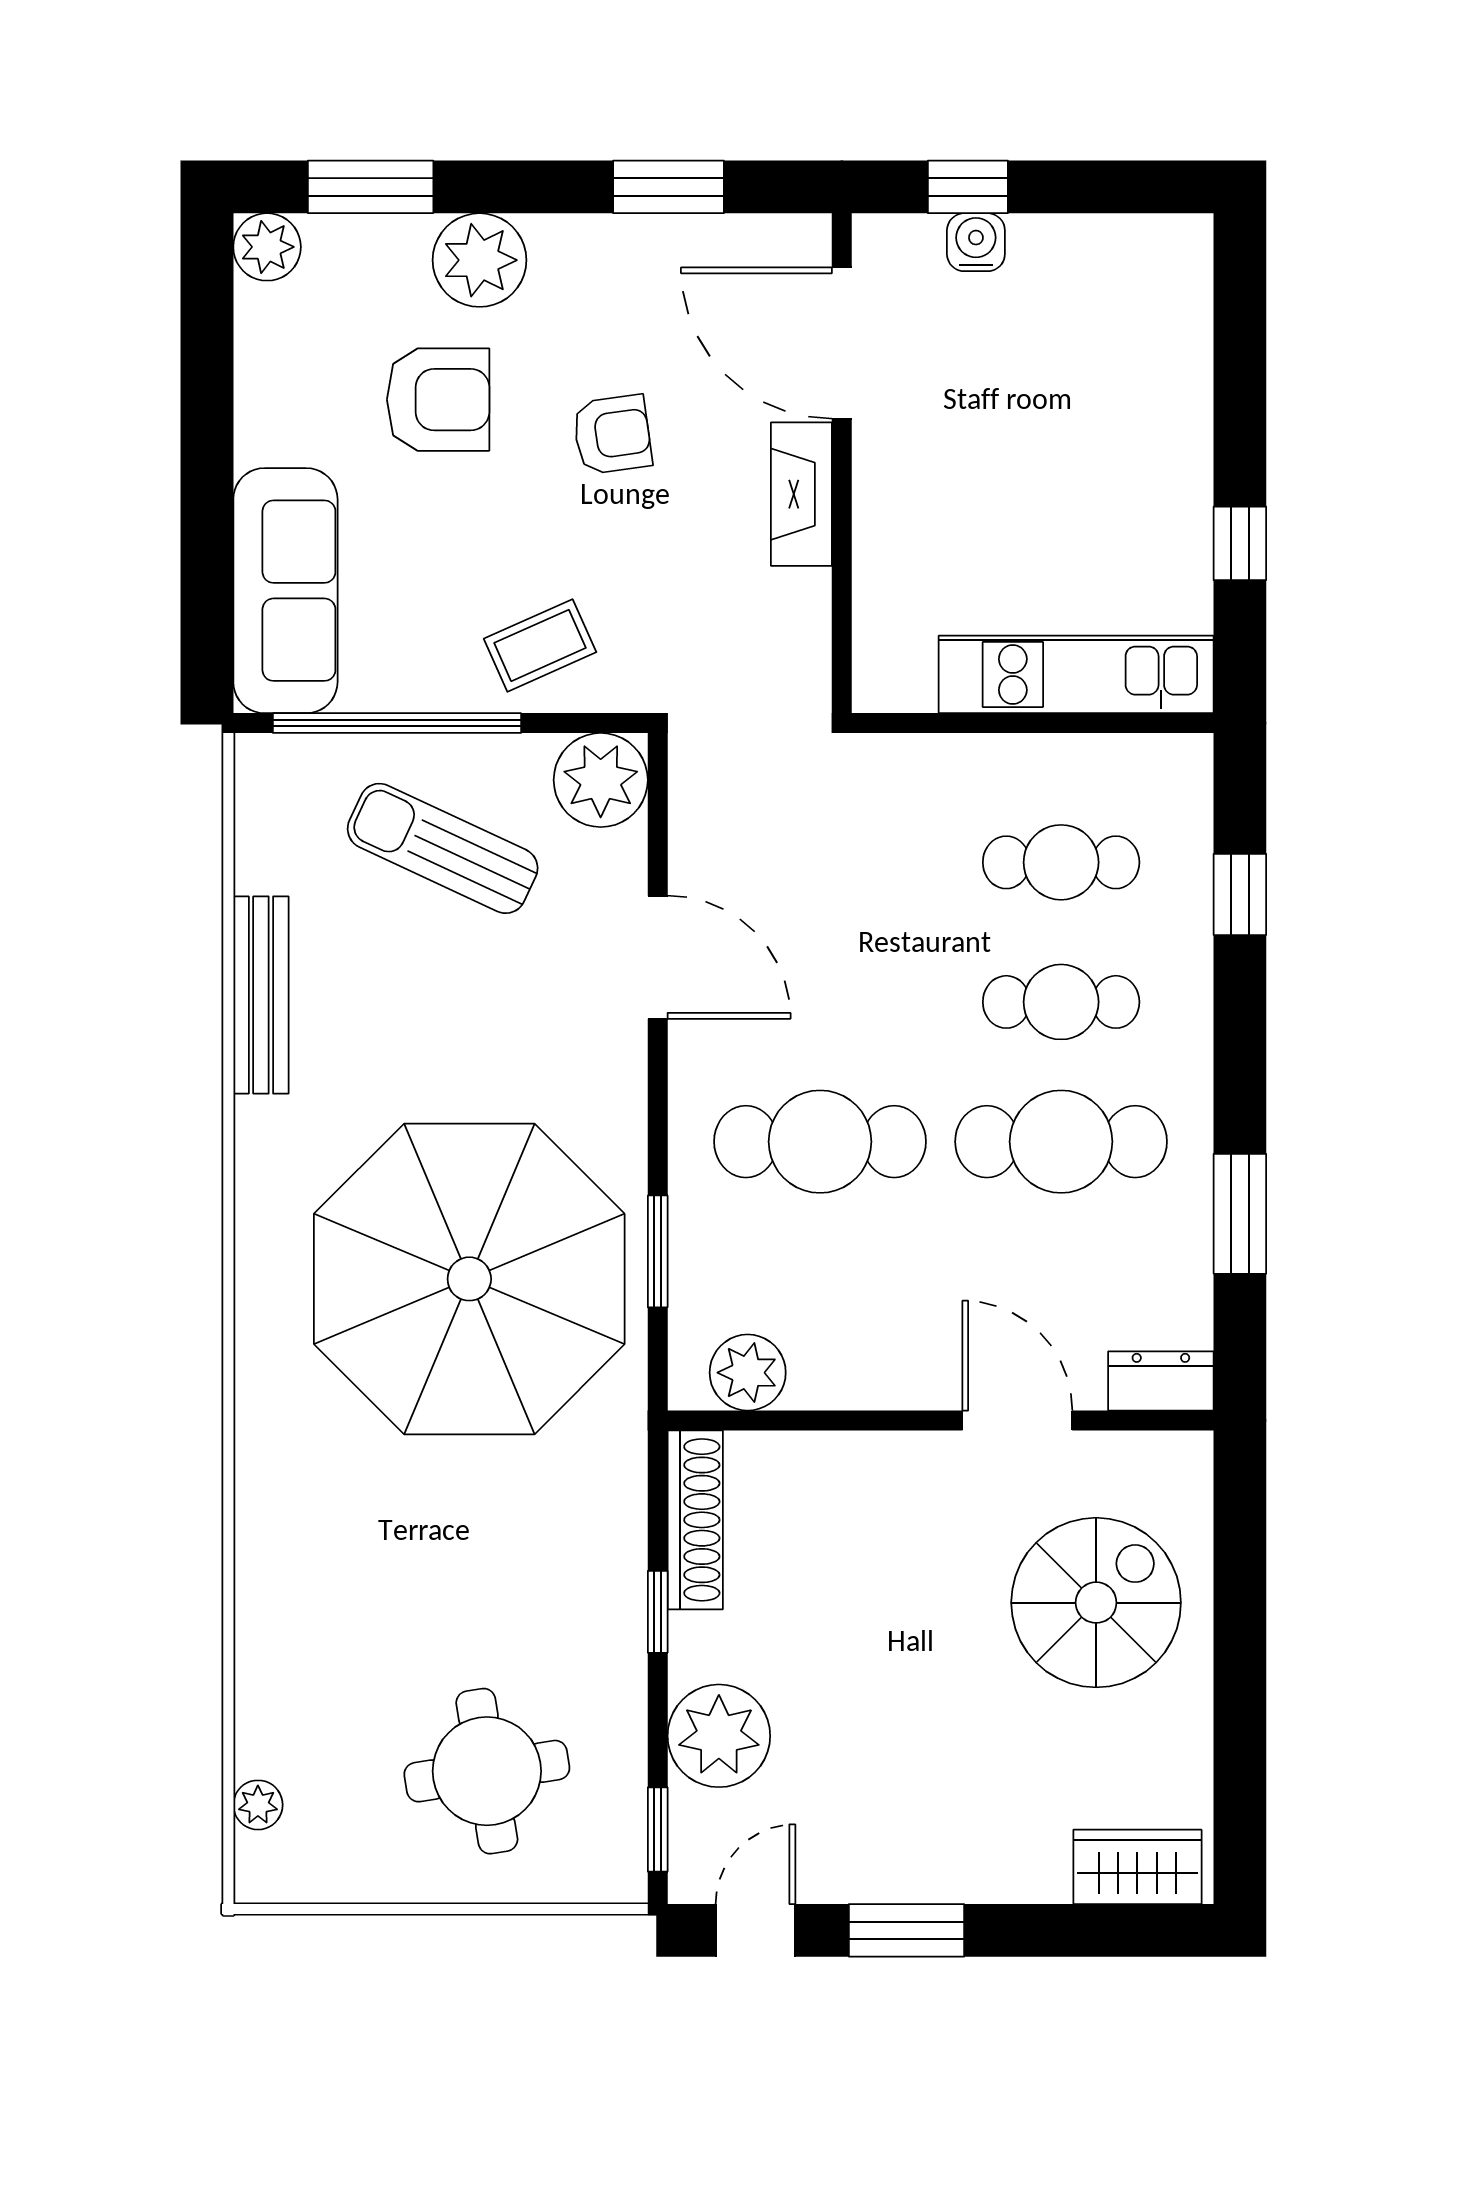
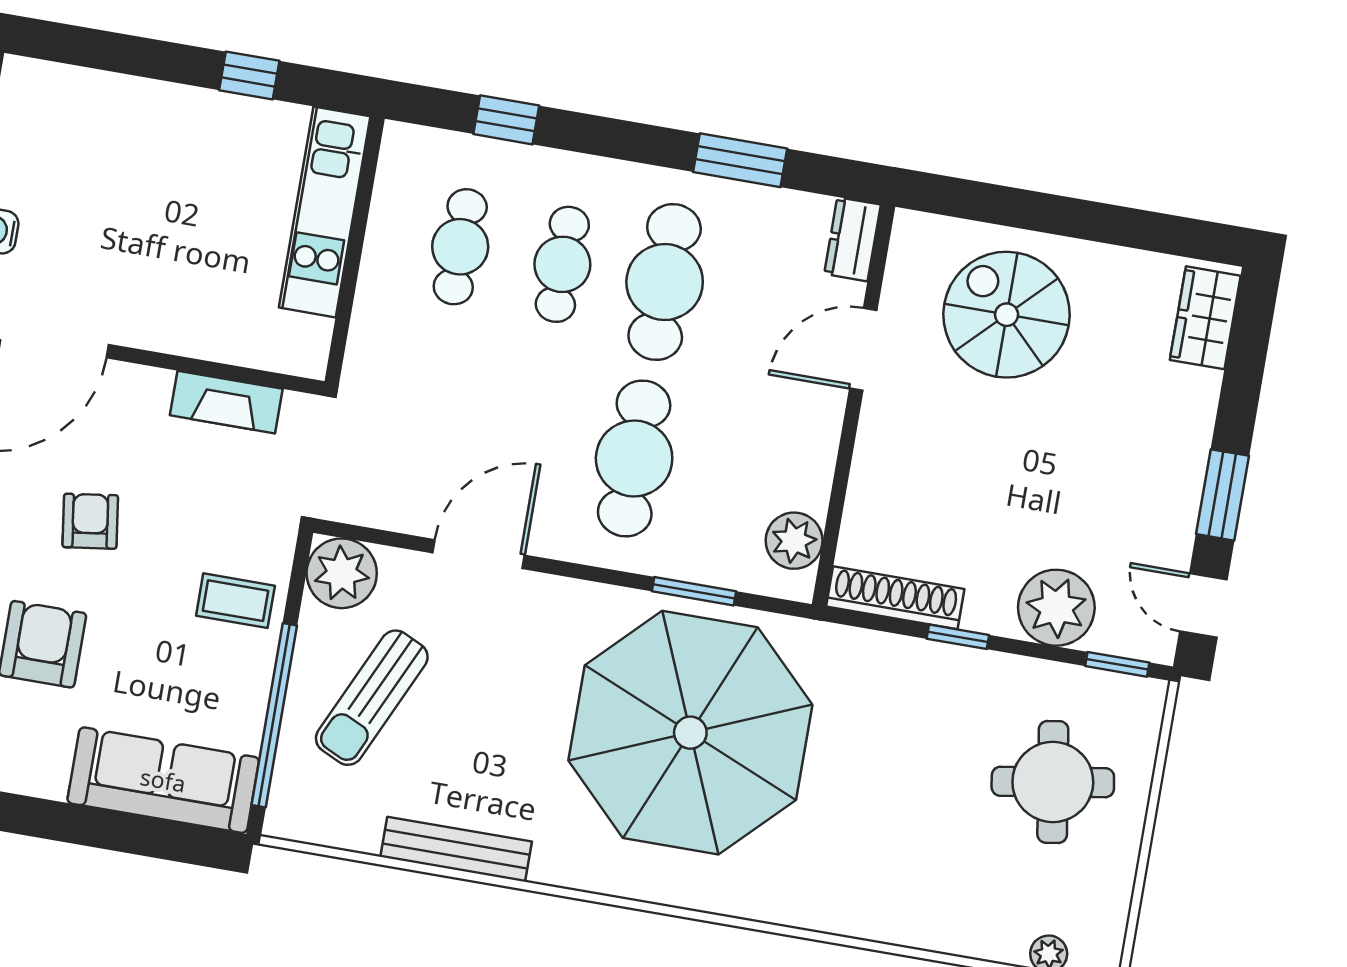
fireplace: (801, 494) -> (226, 402), moved
coffee table: (540, 645) -> (235, 601), turned -66

